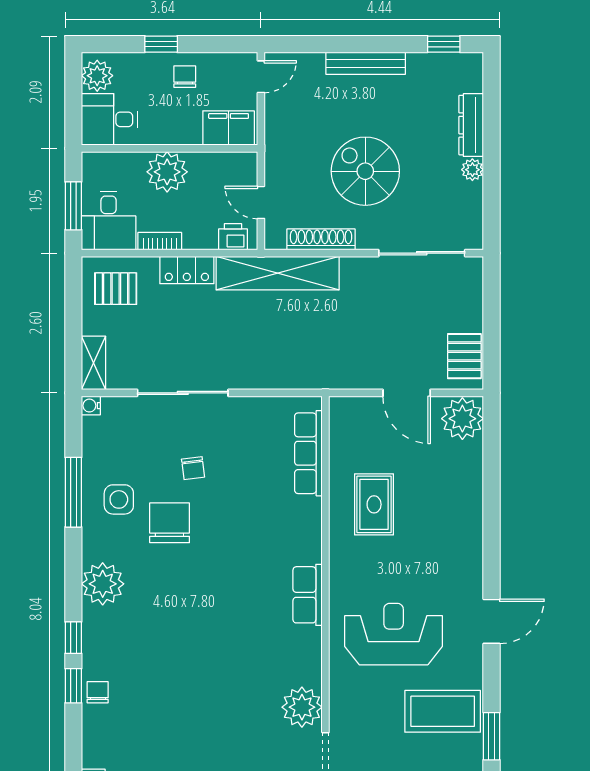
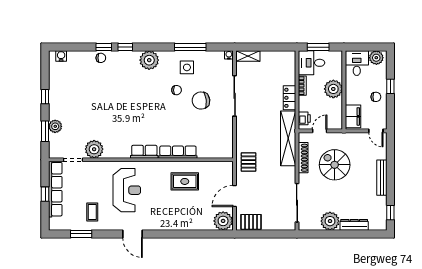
plant: (472, 170) -> (330, 221), width x1.88, depth x1.88
spiral stairs: (365, 171) -> (335, 165), moved, turned -90
pallet: (116, 289) -> (249, 162), moved
row of seats: (308, 453) -> (178, 152), moved
chair: (193, 468) -> (201, 101), width x1.87, depth x1.87
chair: (170, 523) -> (177, 90), width x0.54, depth x0.54
coffee table: (443, 711) -> (92, 212), width x0.54, depth x0.58

